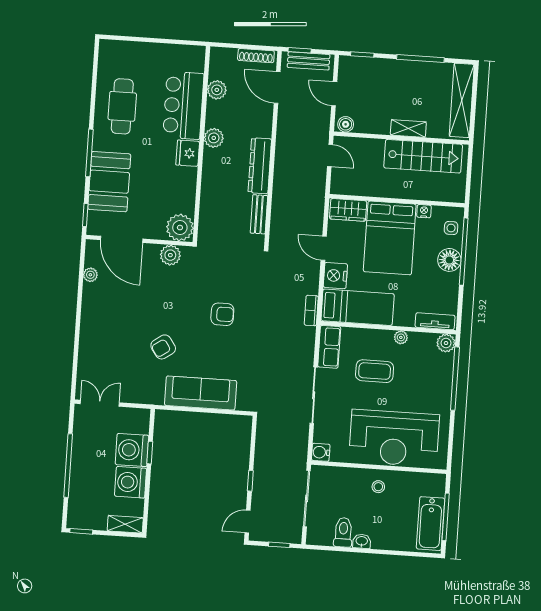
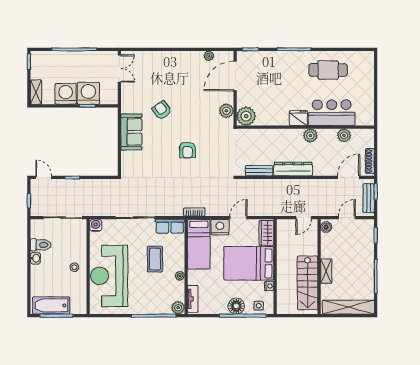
booth: (109, 182) -> (275, 65), removed
sofa: (201, 393) -> (131, 132), width x0.73

